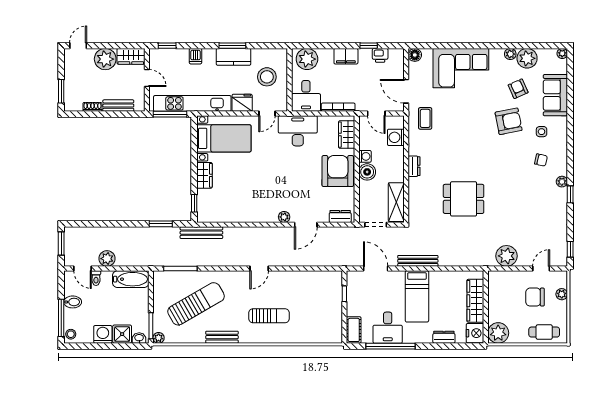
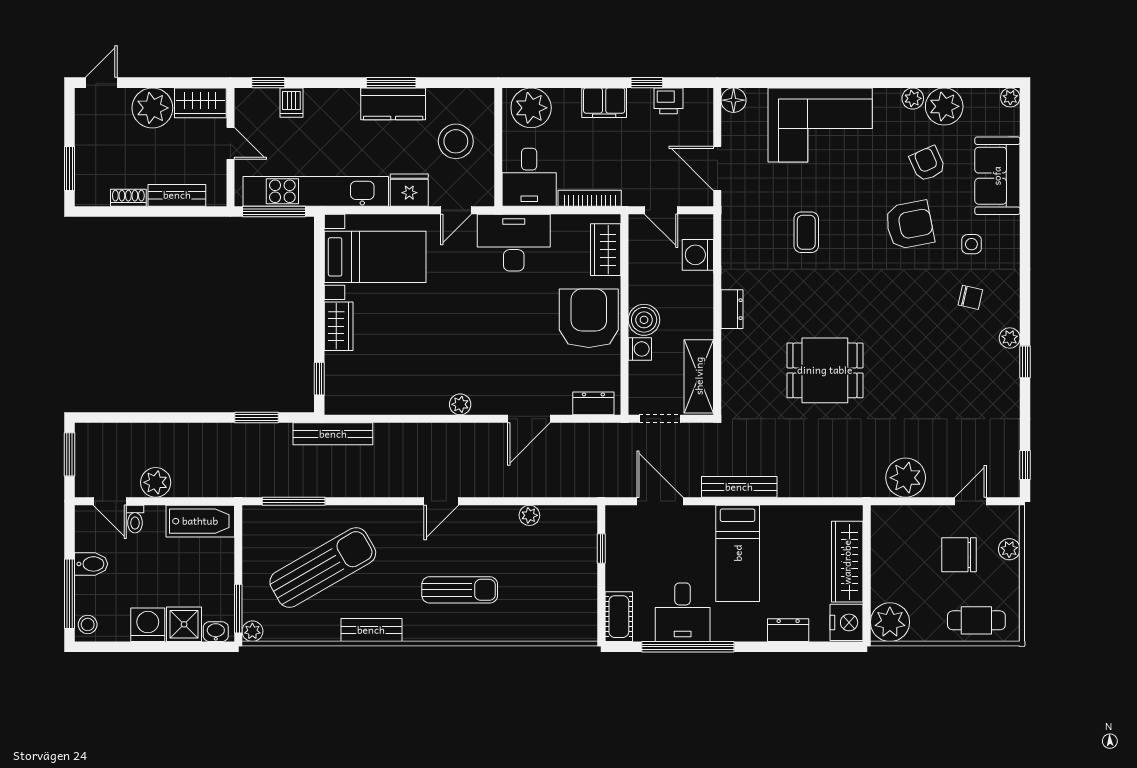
dishwasher: (195, 56) -> (291, 103), moved
coffee table: (425, 118) -> (806, 232), moved
washing machine: (365, 156) -> (640, 349), moved
plant: (284, 217) -> (460, 404), moved
plant: (306, 276) -> (529, 515), added

